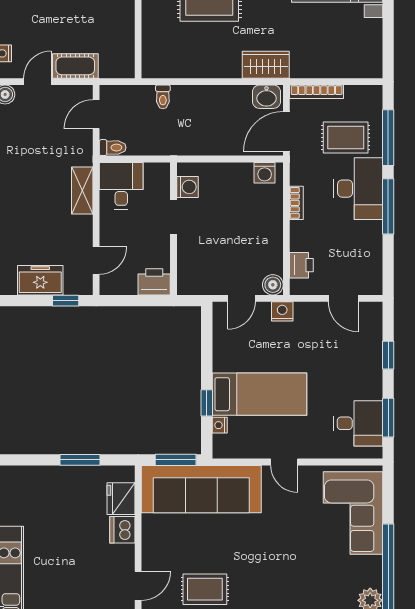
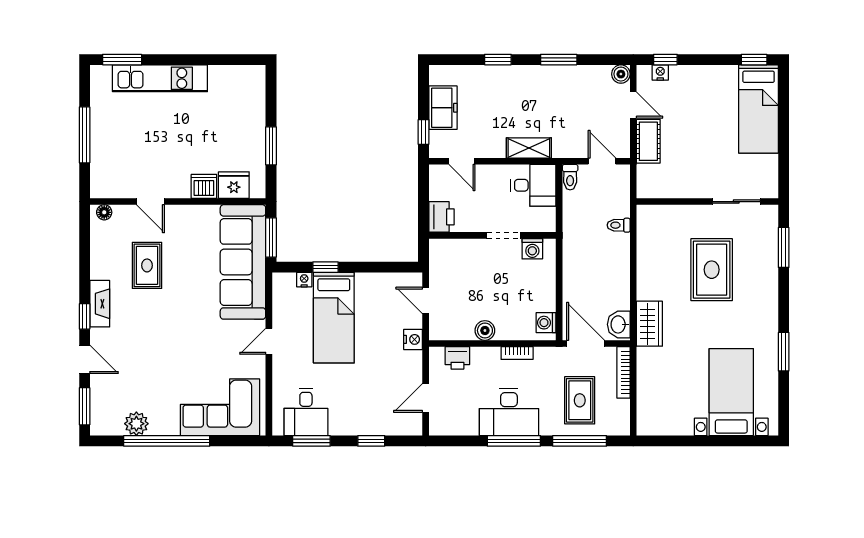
desk: (358, 189) -> (509, 412), moved
boiler: (273, 285) -> (485, 330), moved

